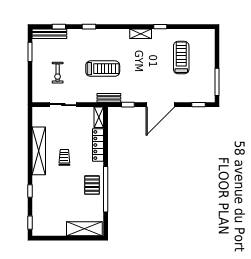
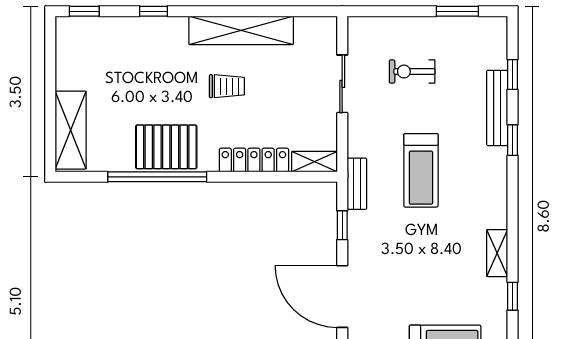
bench: (49, 34) -> (497, 108), moved
pallet: (92, 185) -> (166, 147), width x1.50, depth x1.42

